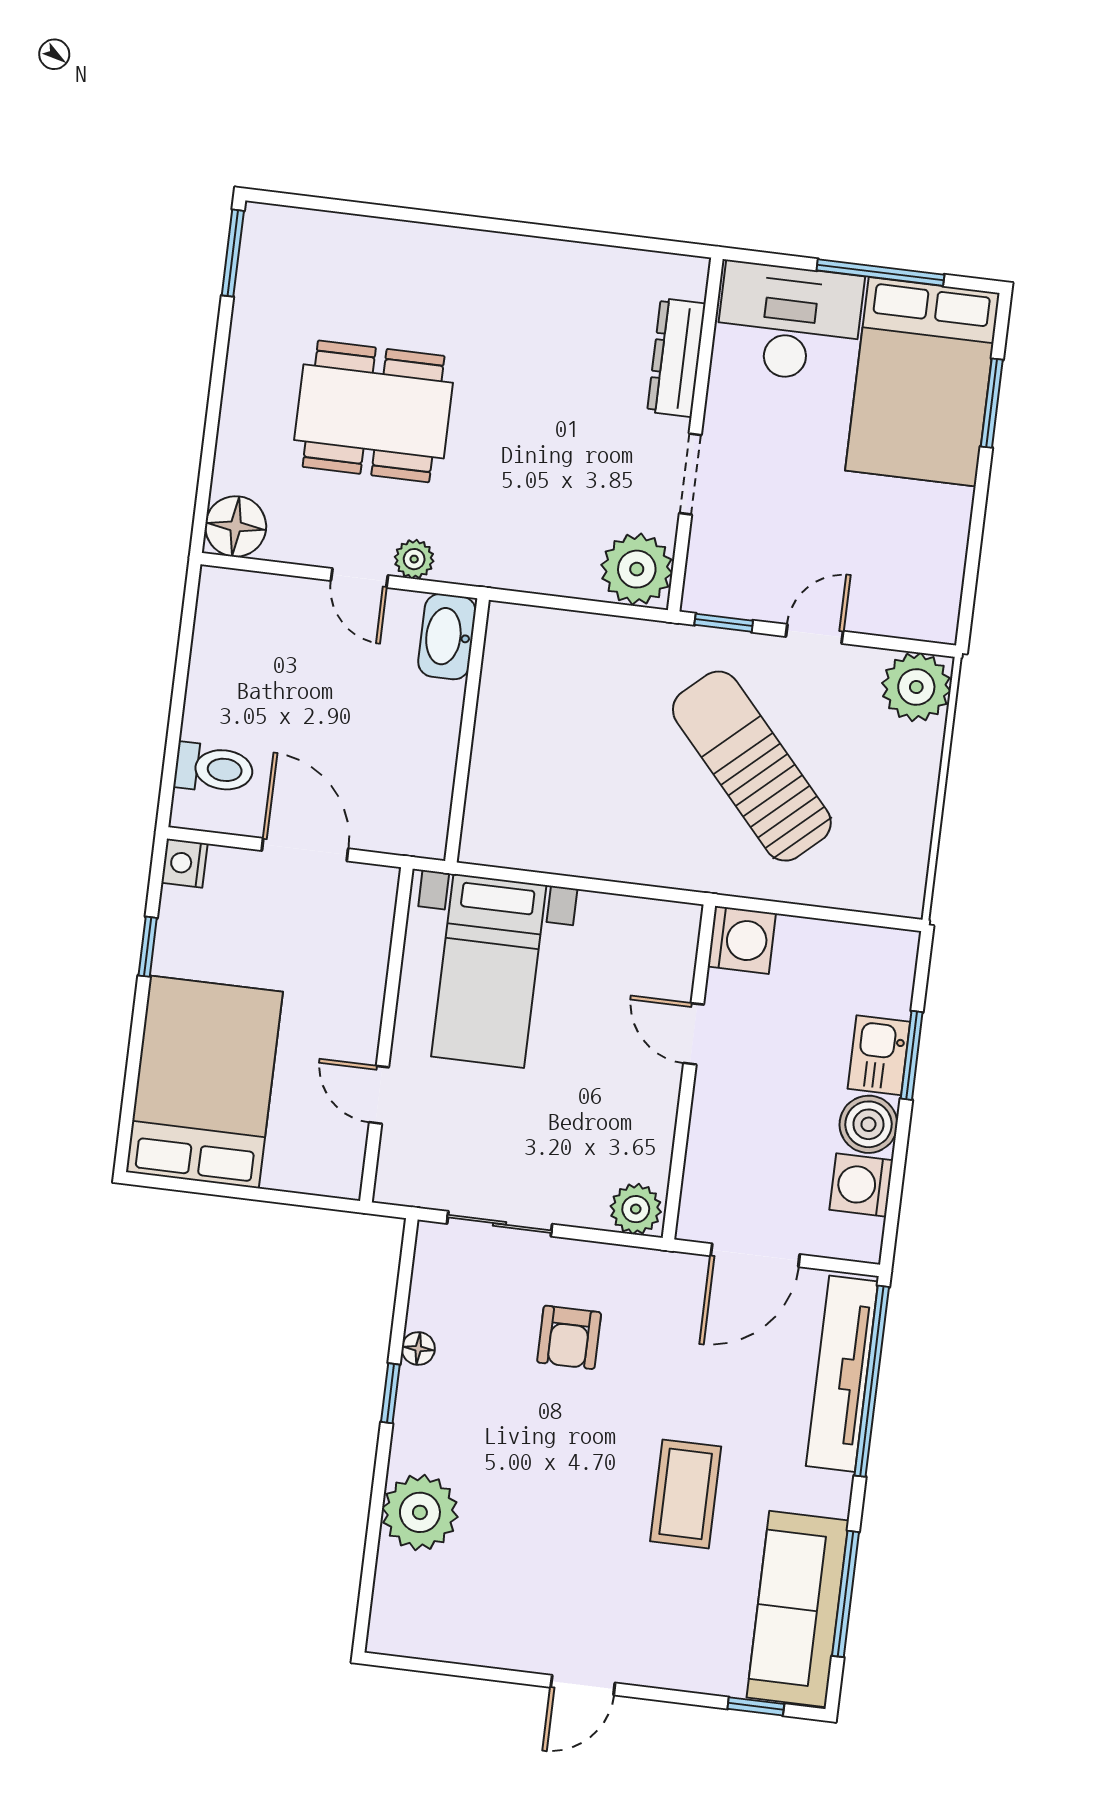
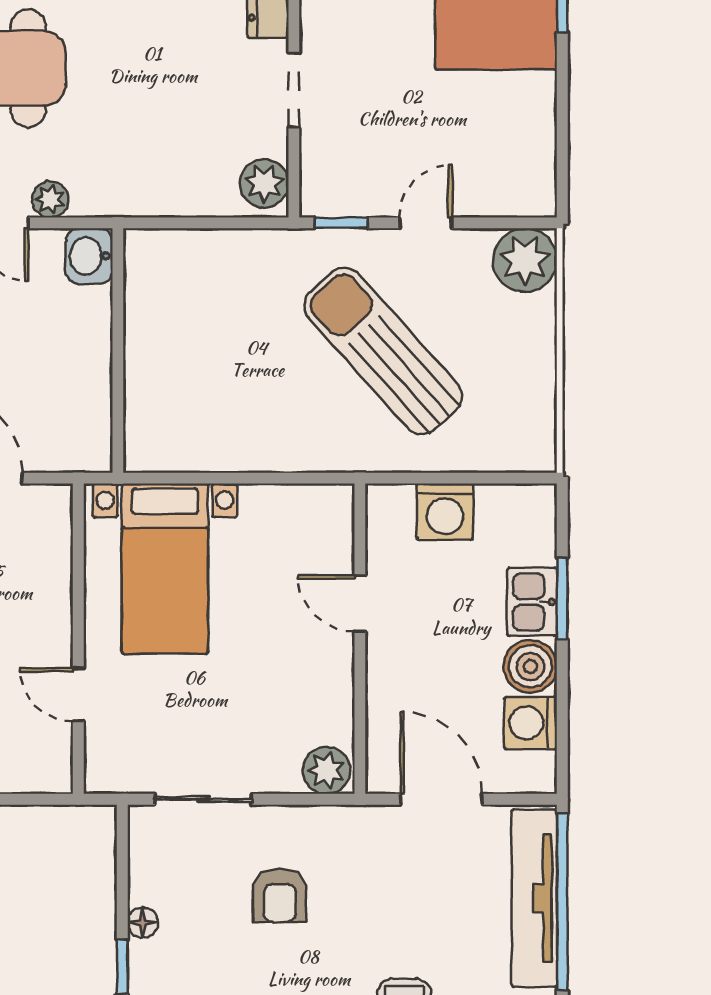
plant: (637, 569) -> (264, 183), width x0.73, depth x0.73
washbasin: (447, 637) -> (89, 256), width x0.72
washing machine: (742, 940) -> (445, 512), moved, turned 90
door: (755, 1255) -> (441, 799), swing flipped

